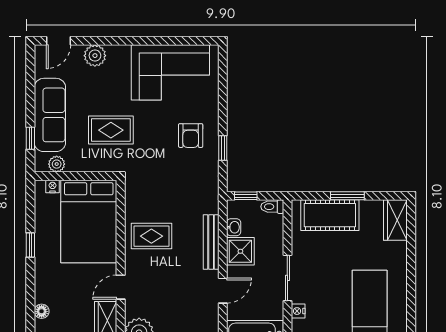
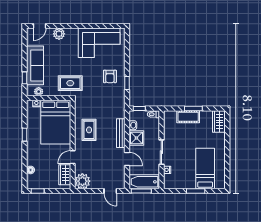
rug: (111, 130) -> (70, 83), moved
cot: (330, 215) -> (188, 117), width x0.73, depth x0.75
rug: (151, 236) -> (89, 130), turned 90
door: (223, 291) -> (127, 159), hinge flipped

